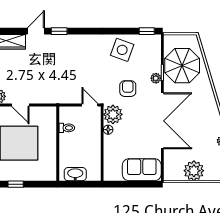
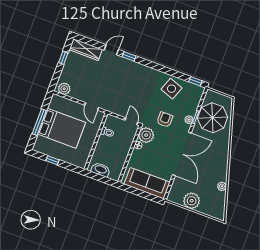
door: (20, 105) -> (92, 106), moved
sofa: (142, 170) -> (147, 183), width x1.36

